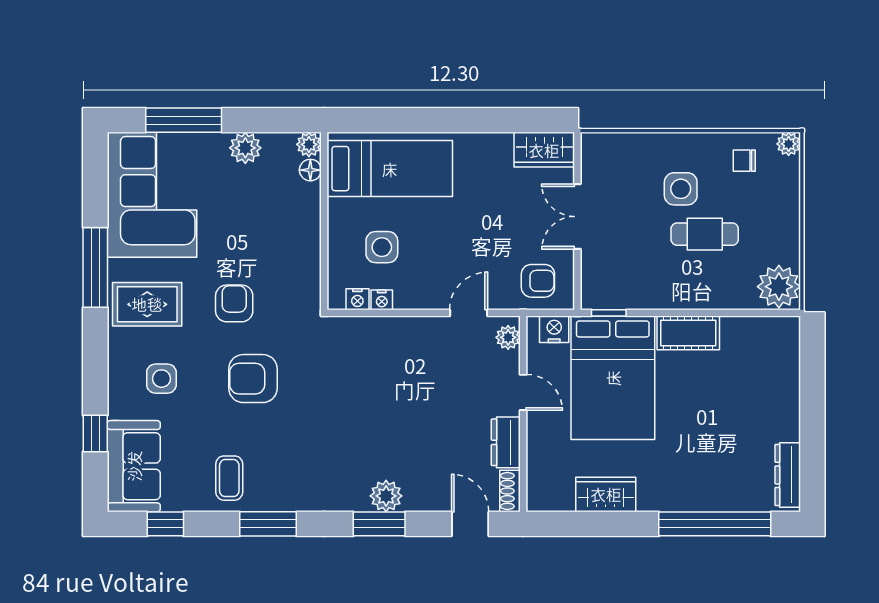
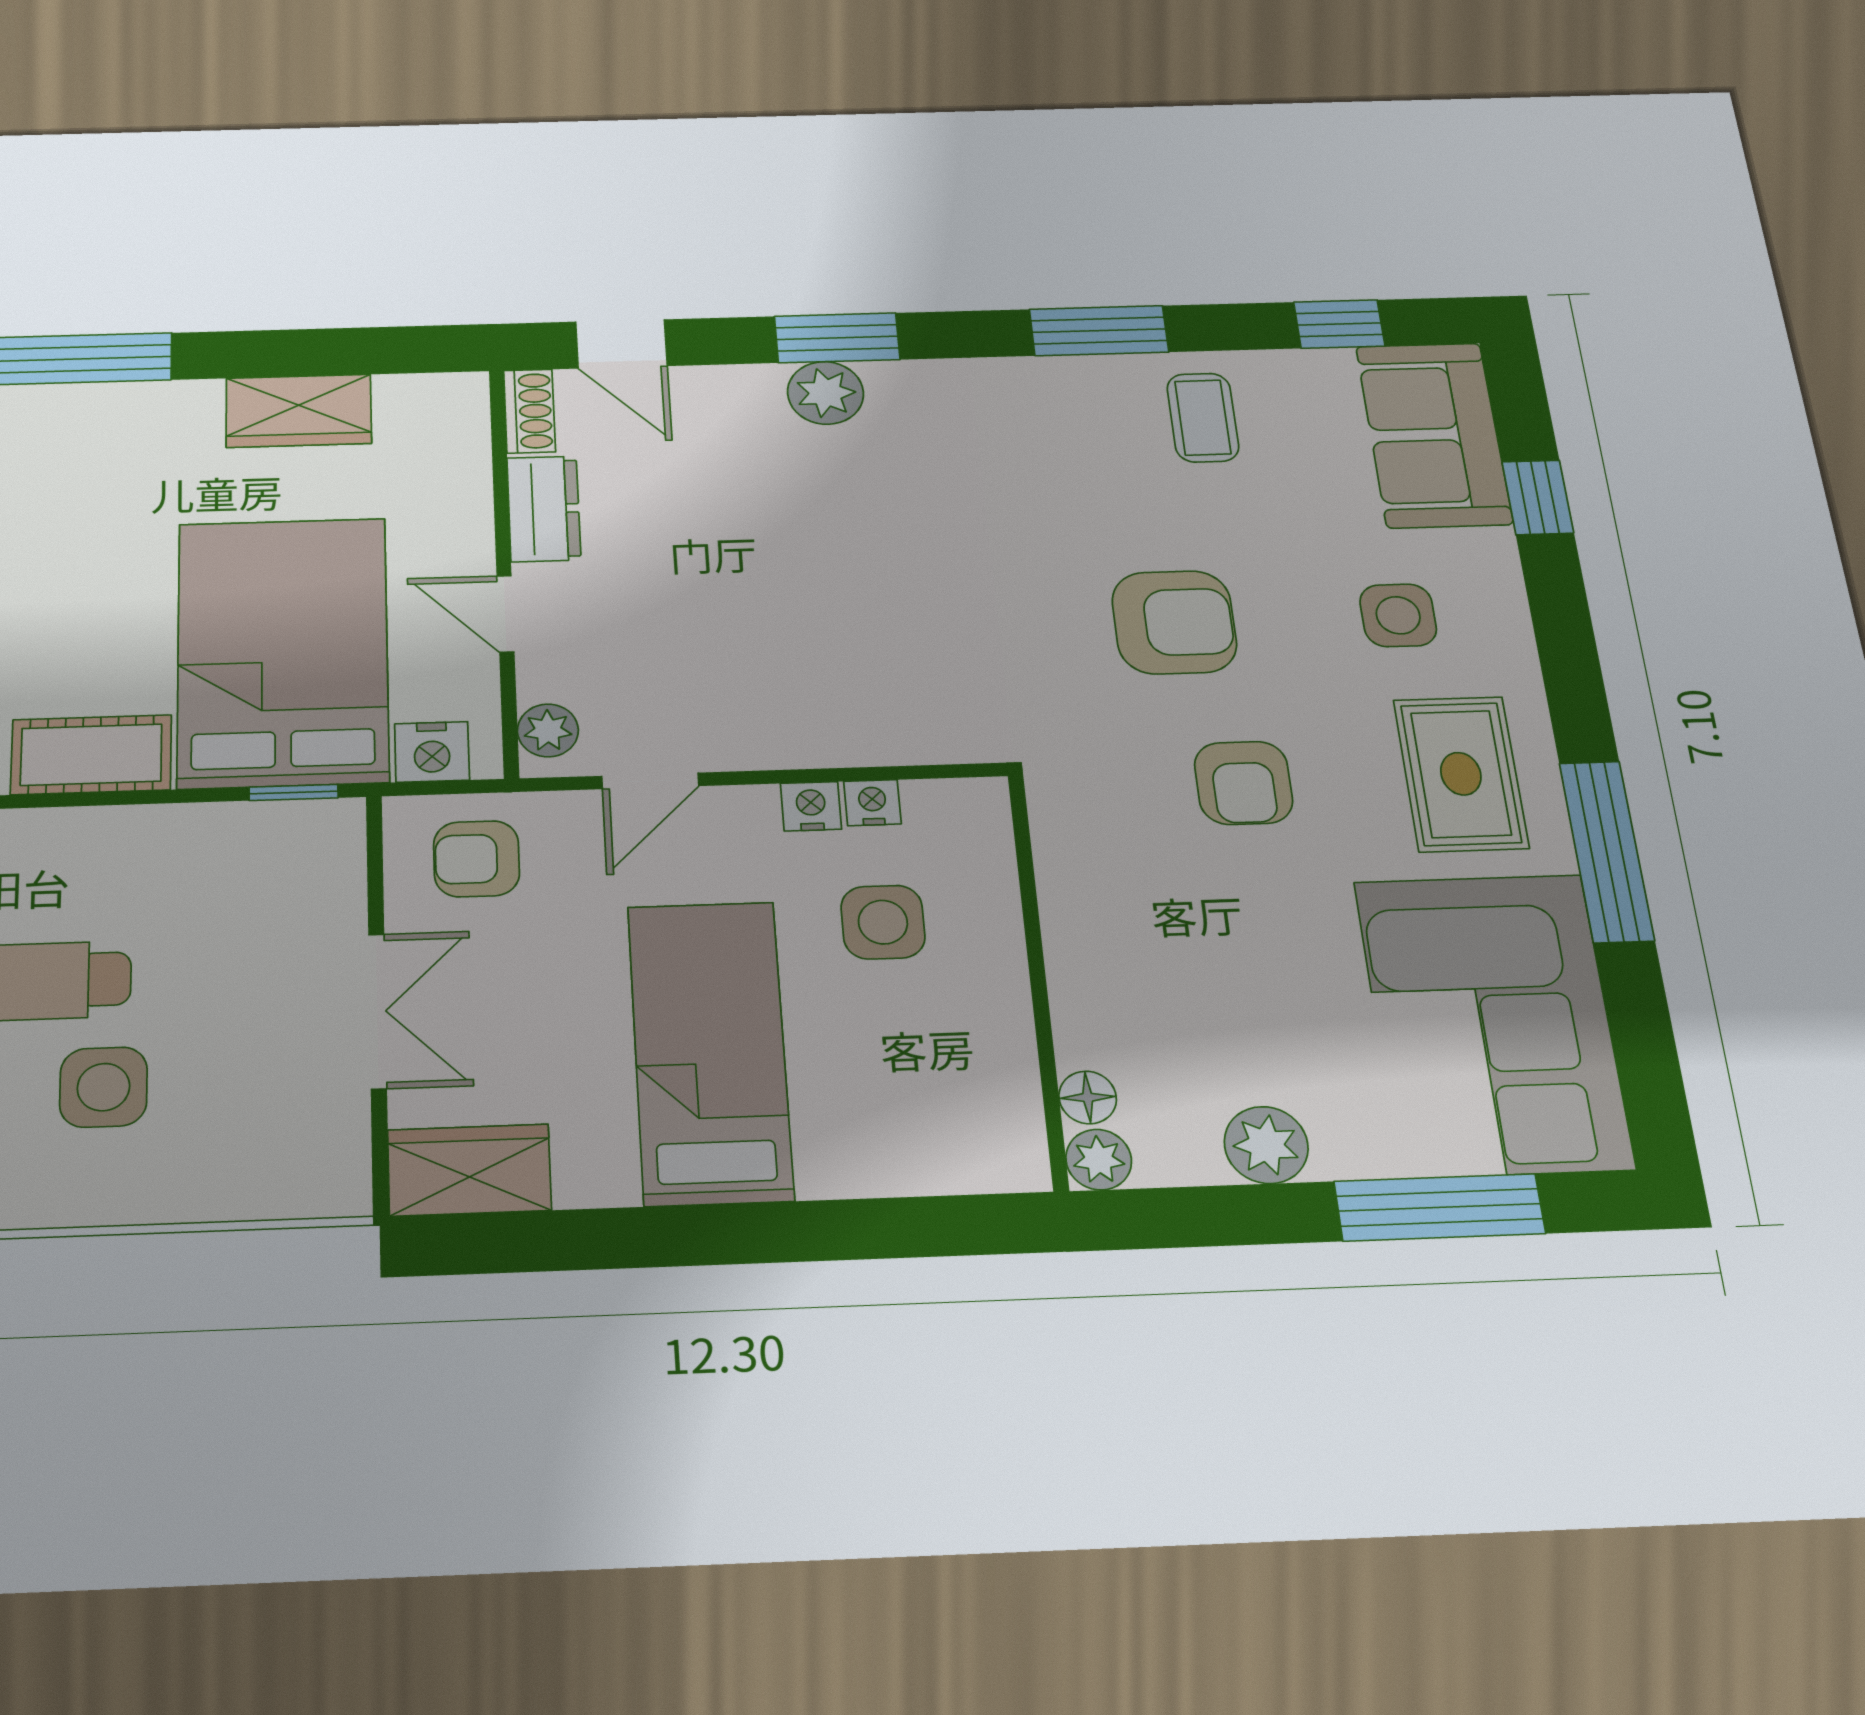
bed: (390, 169) -> (710, 1051), moved, turned 90
nightstand: (357, 299) -> (811, 806), moved
rug: (147, 304) -> (1461, 774), turned 90

